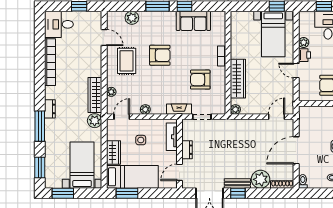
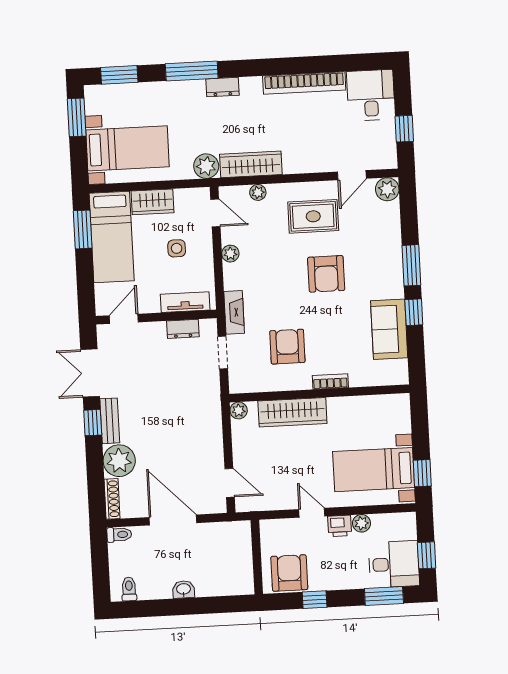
plant: (132, 18) -> (387, 189), moved
door: (296, 71) -> (312, 513), hinge flipped
dresser: (187, 150) -> (183, 329), moved
door: (179, 172) -> (124, 319), hinge flipped

